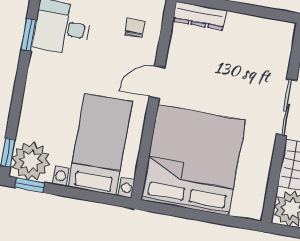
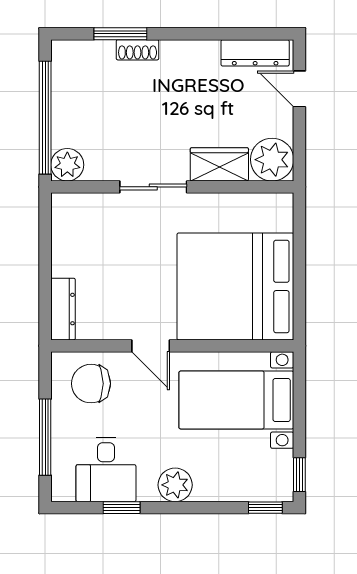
chair: (135, 28) -> (91, 384), width x1.87, depth x1.87
plant: (31, 161) -> (175, 485), moved, width x0.73, depth x0.73

